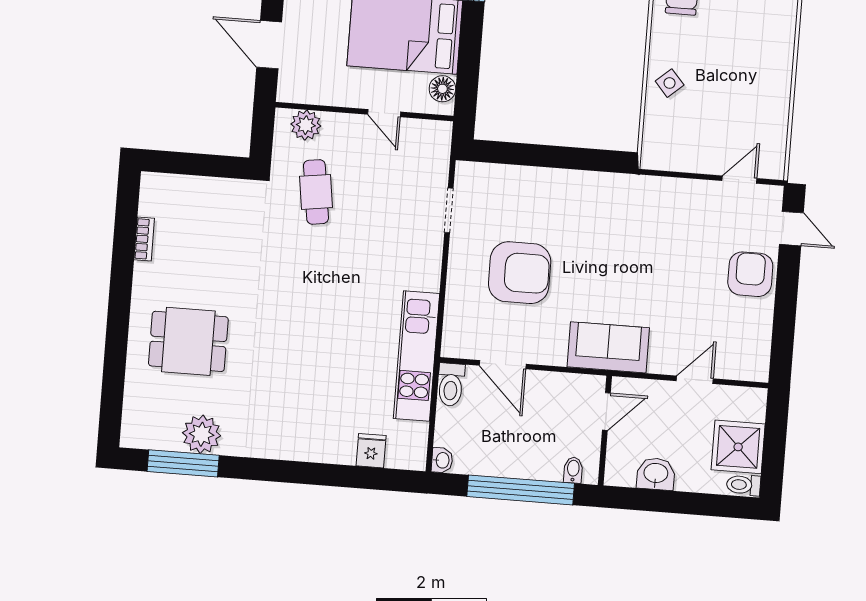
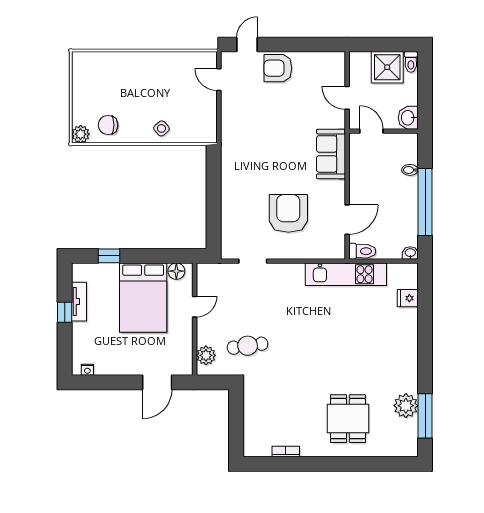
door: (606, 411) -> (371, 131), moved
wall: (605, 431) -> (383, 131), moved

